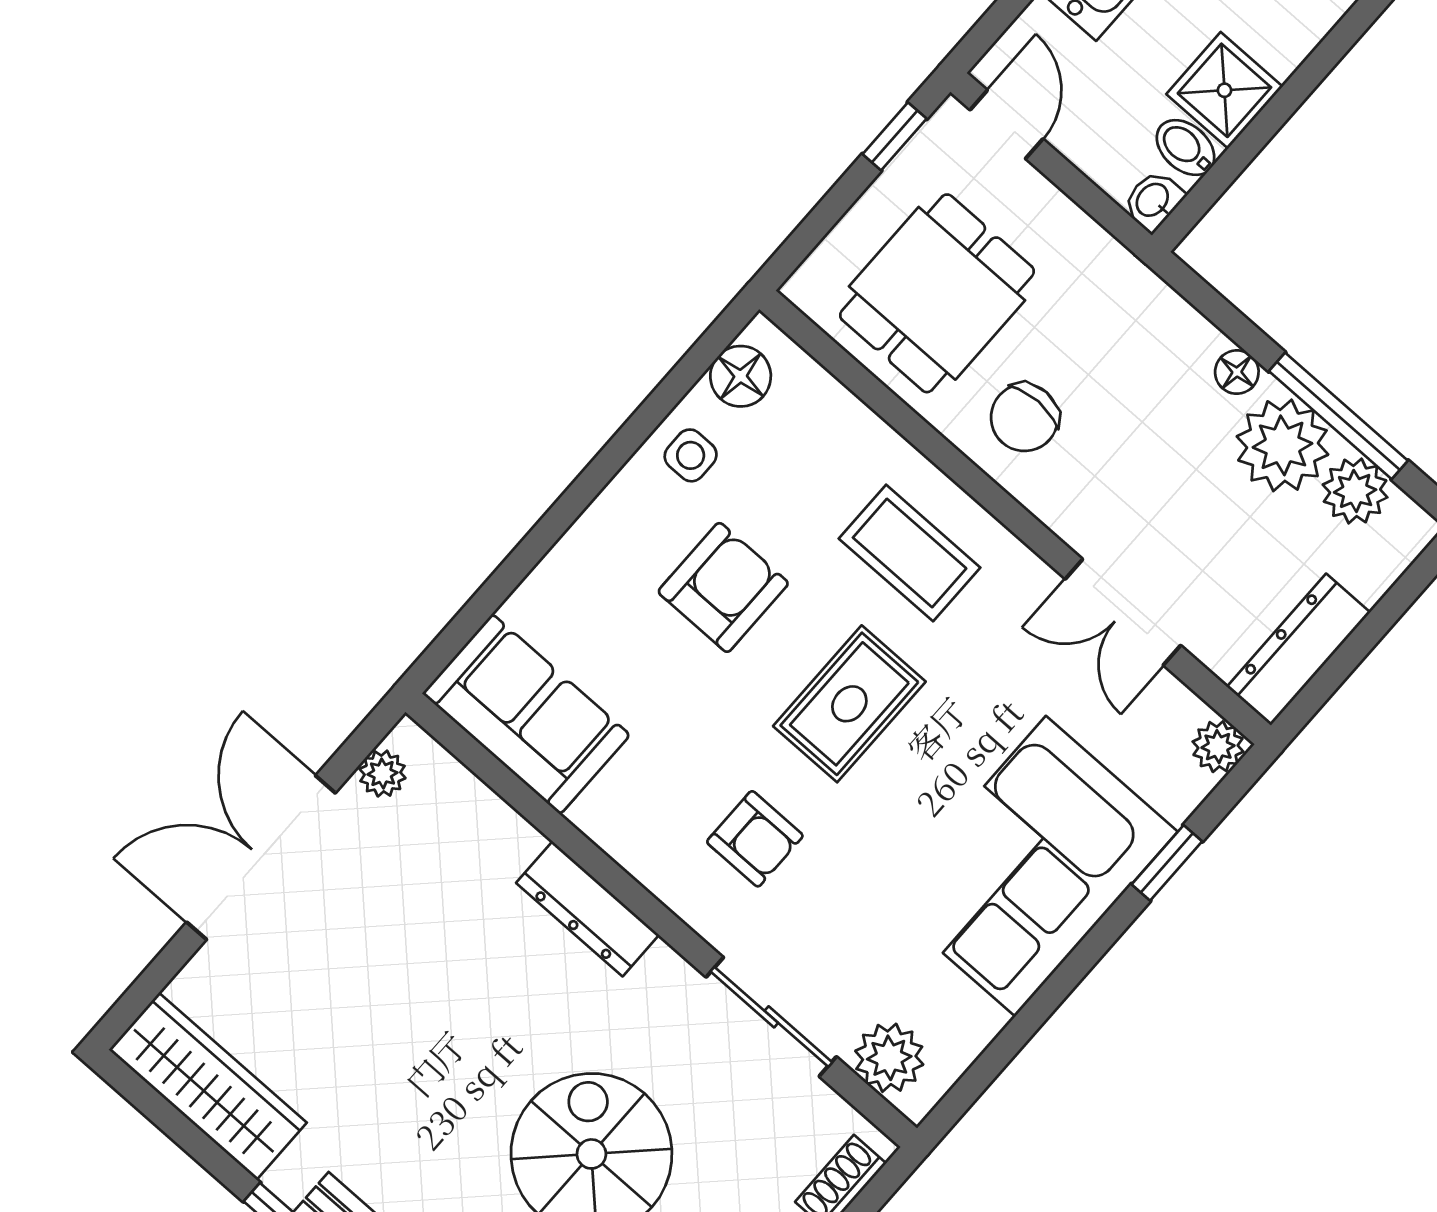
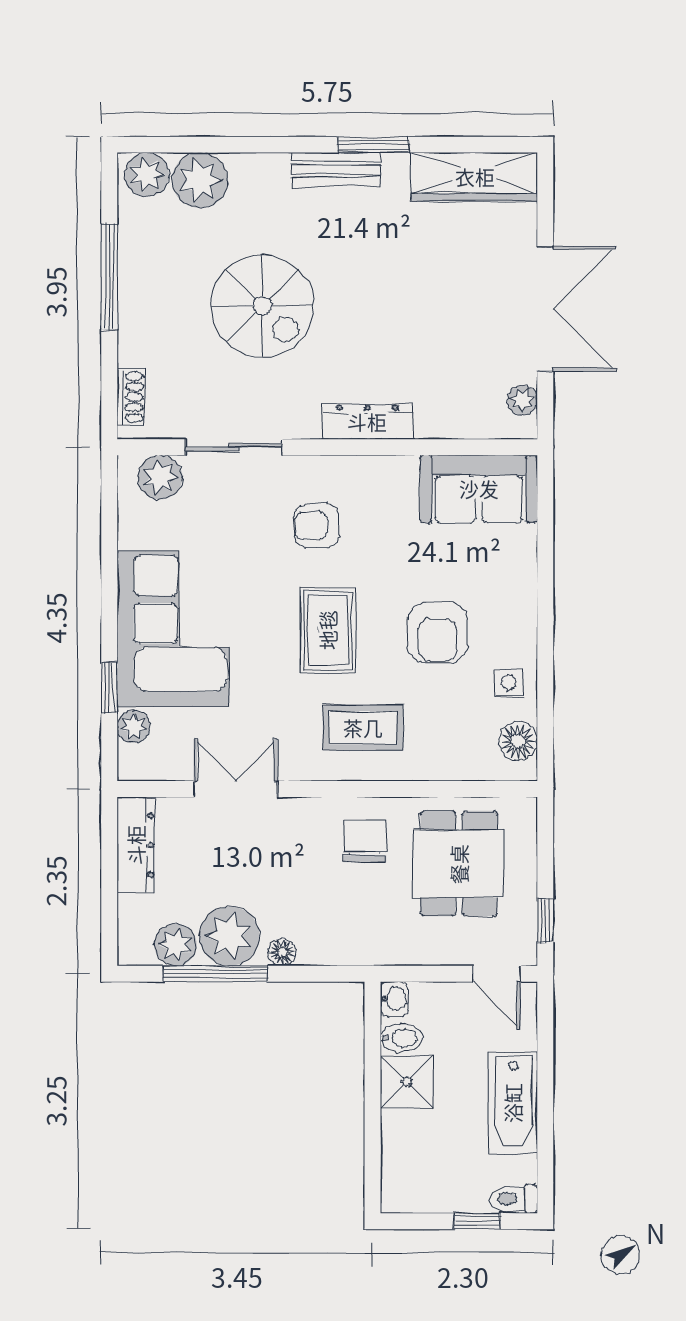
plant: (1218, 747) -> (134, 727), moved

